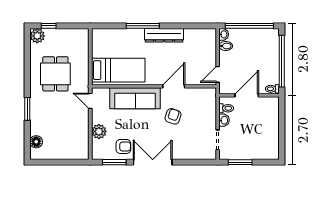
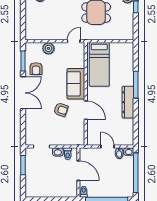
door: (218, 74) -> (107, 146), moved
sofa: (135, 98) -> (76, 84), width x0.73

